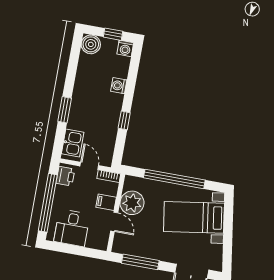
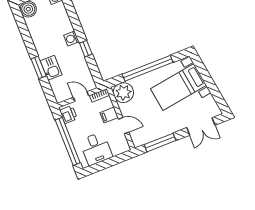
washing machine: (119, 86) -> (71, 38), moved
kitchen sink: (73, 143) -> (51, 68), moved
plant: (132, 203) -> (123, 93), moved

